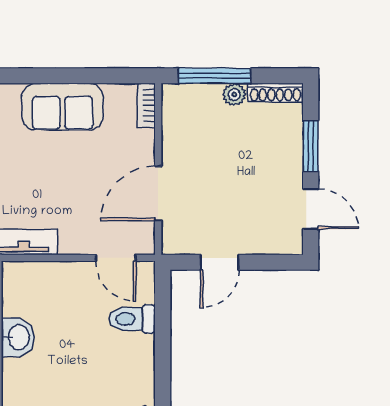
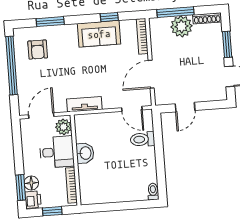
window: (85, 76) -> (109, 17), added
plant: (234, 94) -> (181, 26), width x1.88, depth x1.88
bookcase: (146, 105) -> (142, 36), width x1.56

